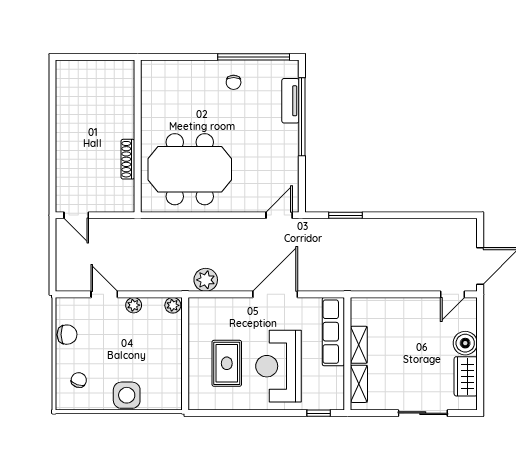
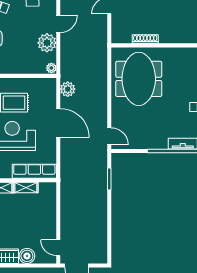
door: (275, 294) -> (58, 123), moved
plant: (134, 305) -> (47, 43), width x1.87, depth x1.87

